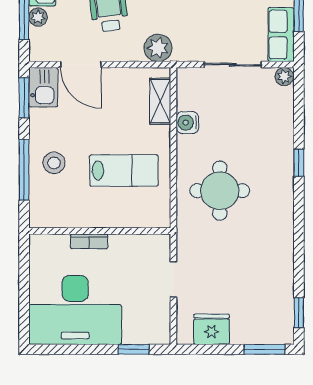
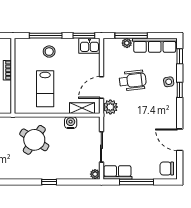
door: (81, 65) -> (101, 88), moved
round table: (220, 191) -> (34, 140), turned 33

